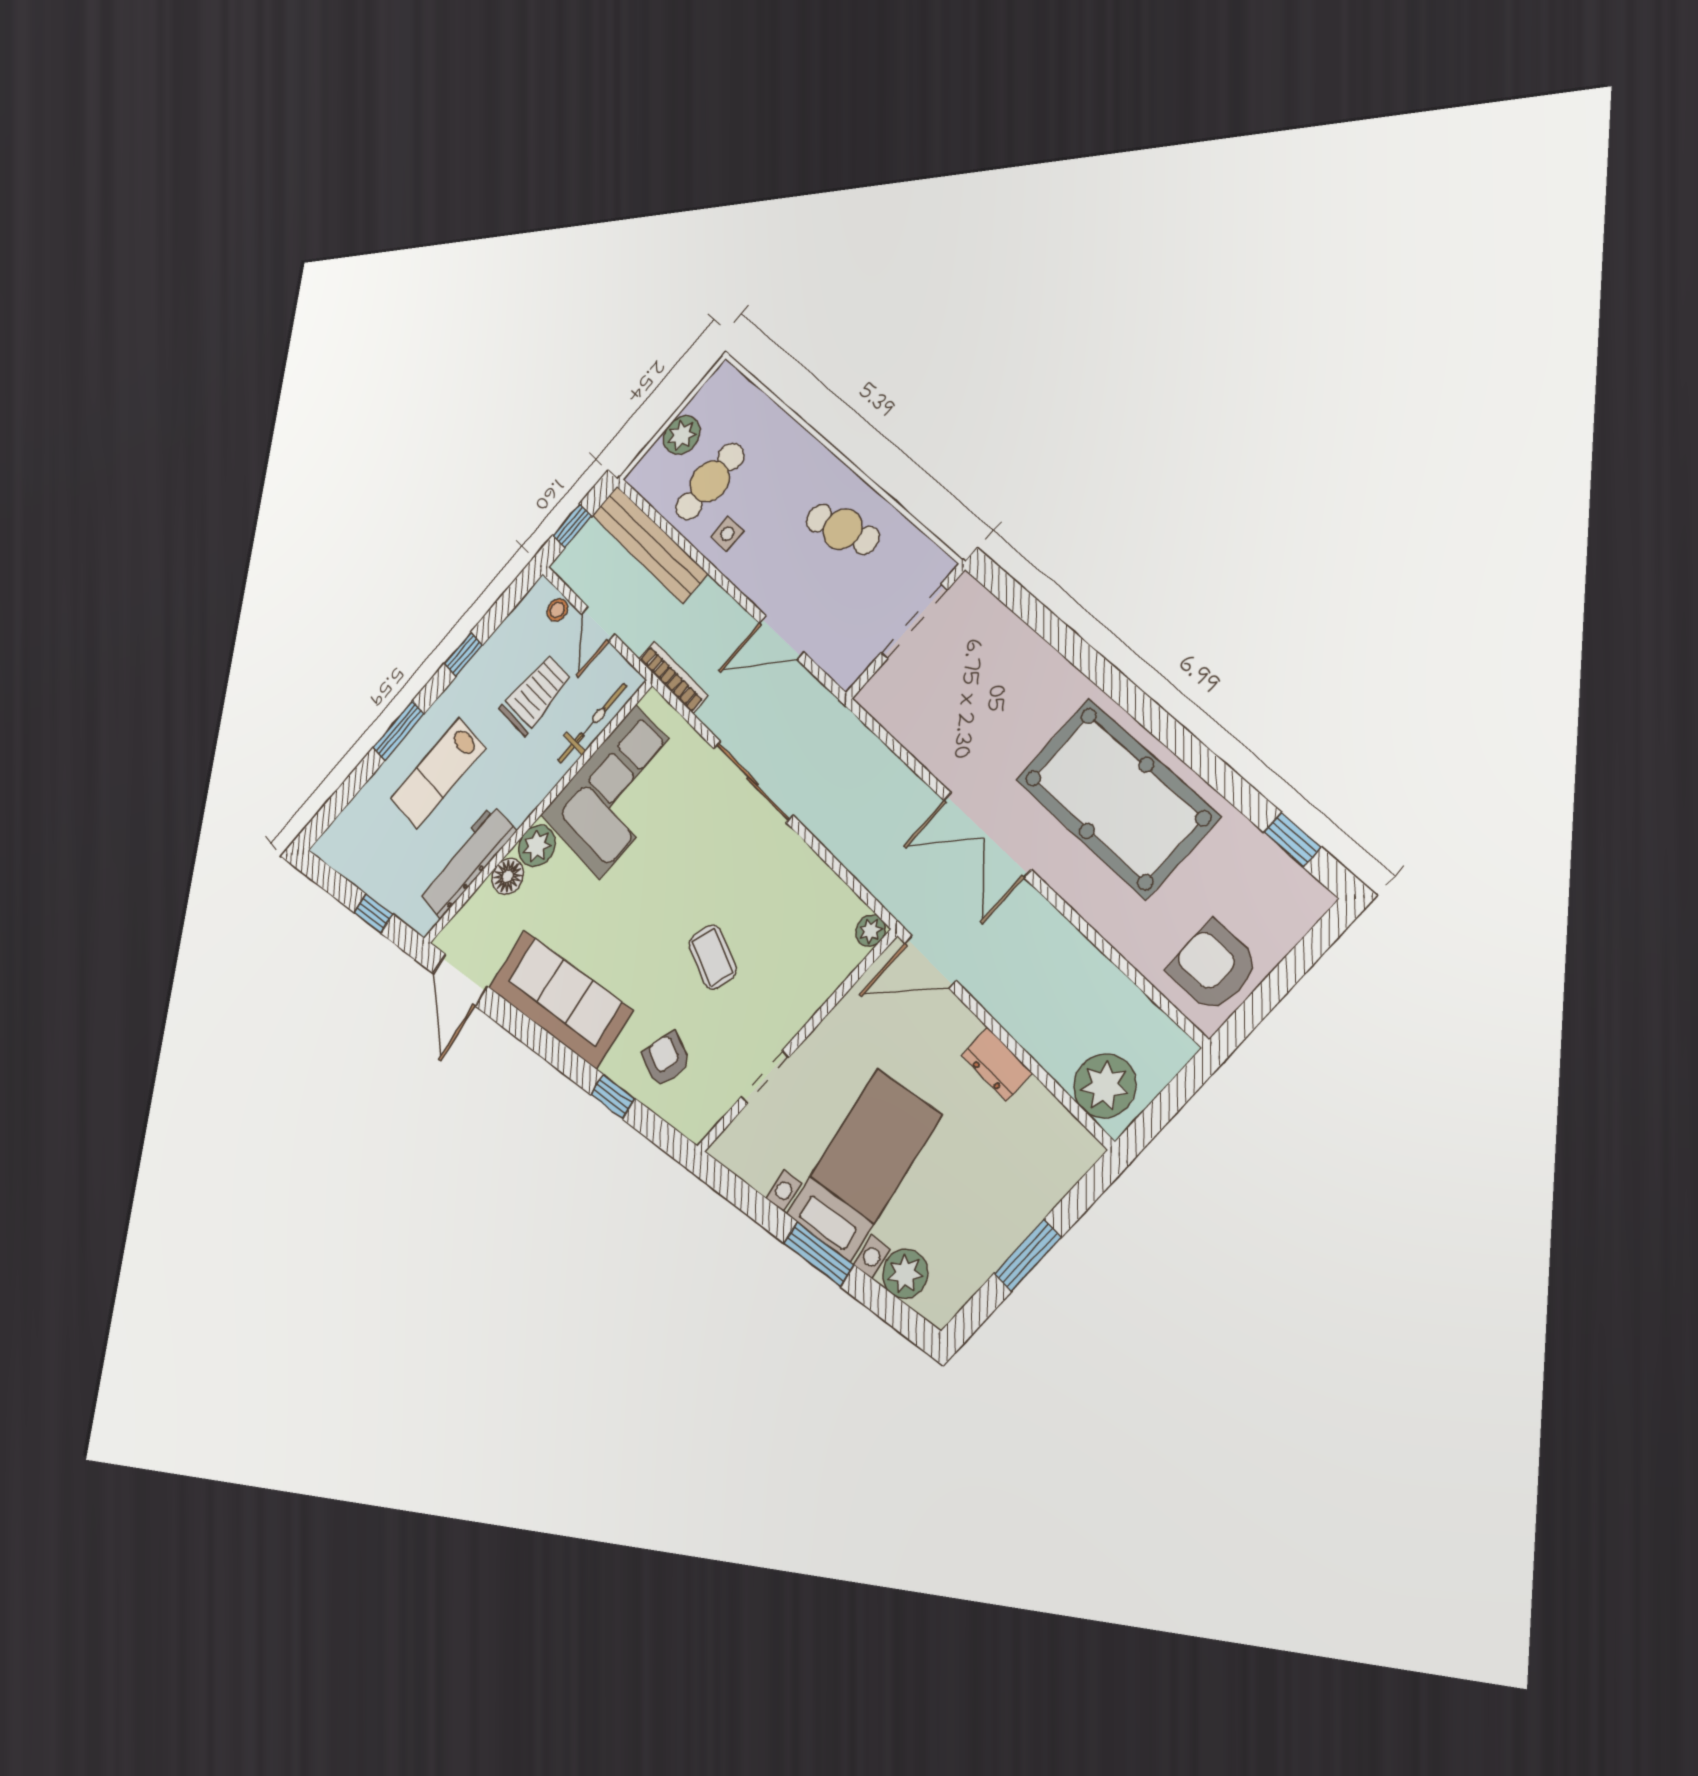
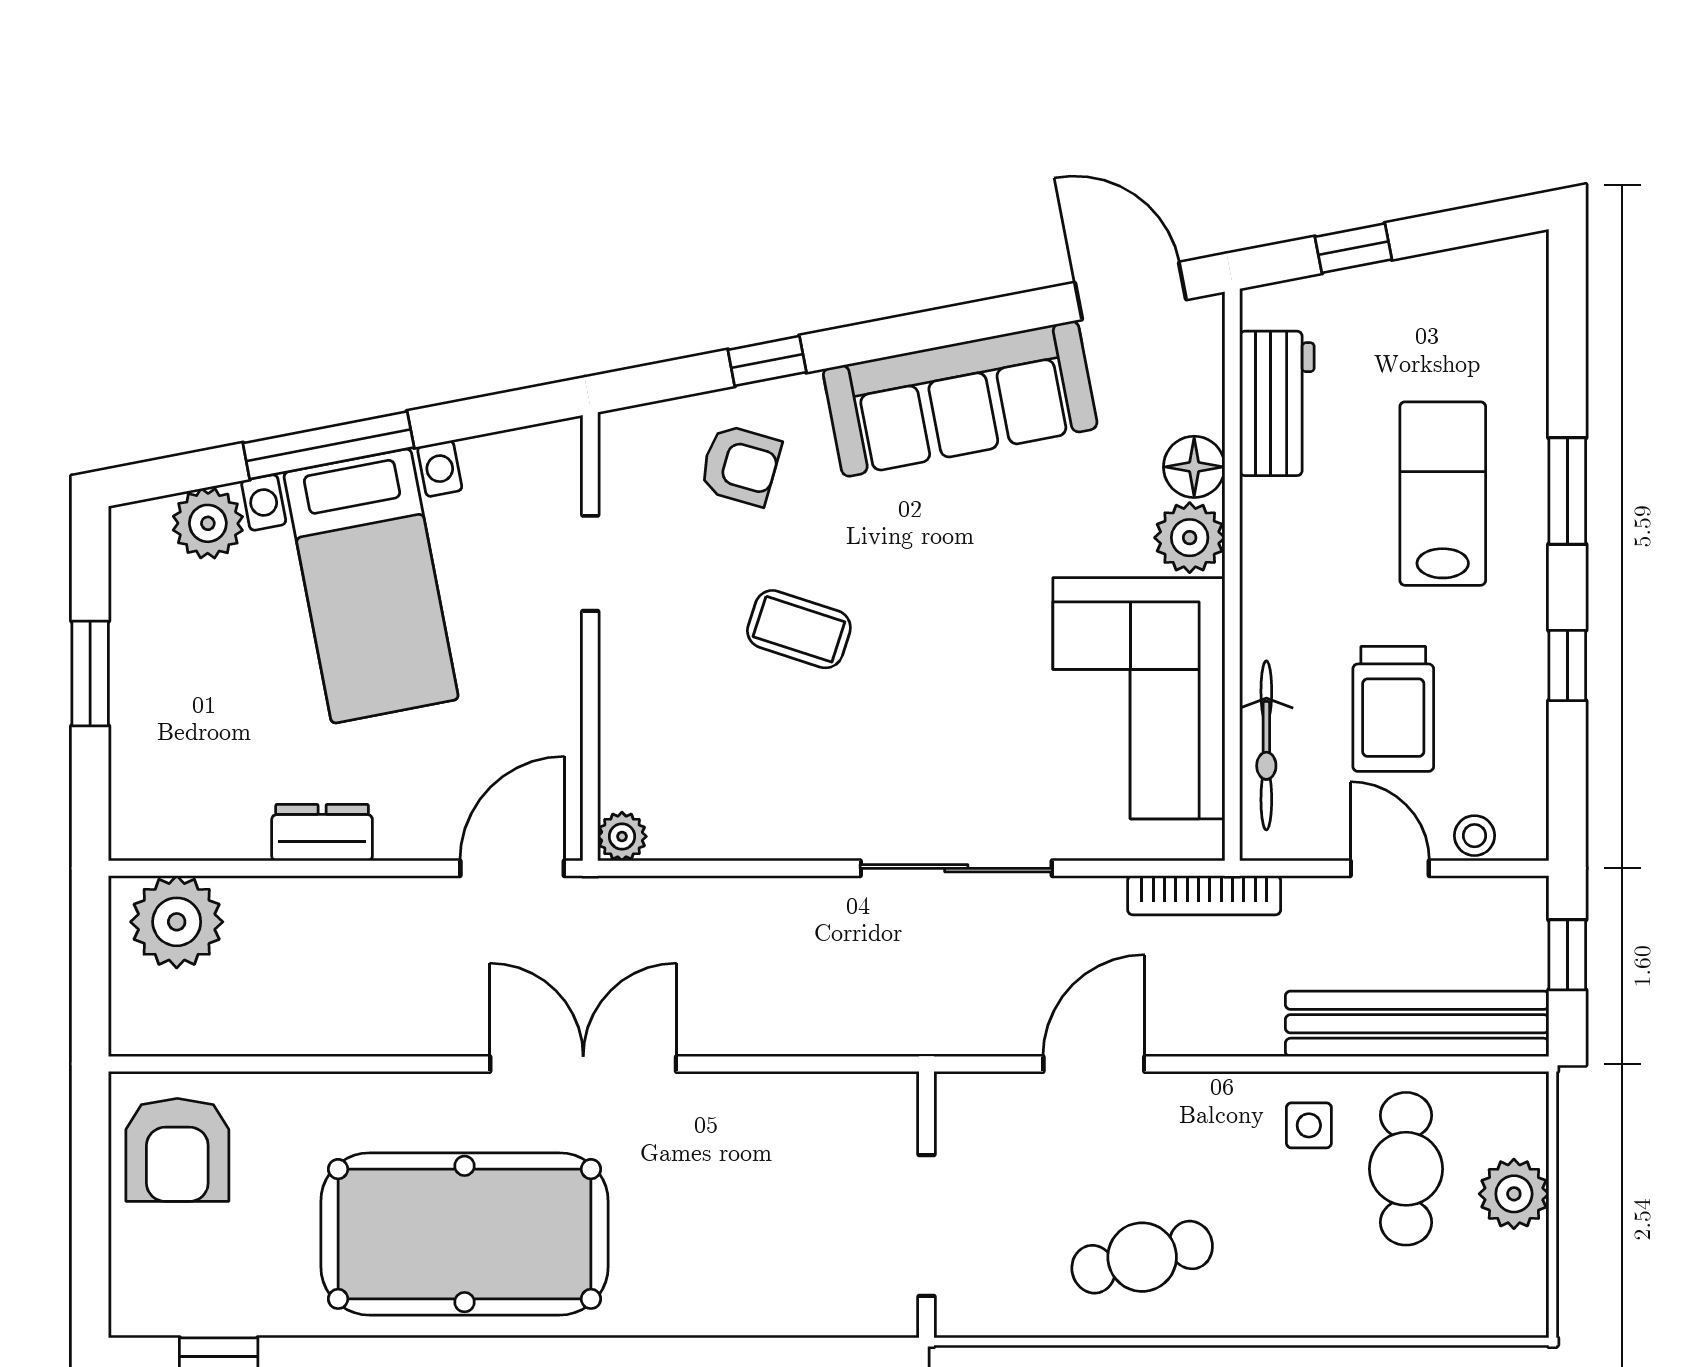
workbench: (467, 861) -> (1277, 403), width x0.73
armchair: (1213, 967) -> (177, 1150), turned 90
window: (819, 1254) -> (328, 445), width x1.44

